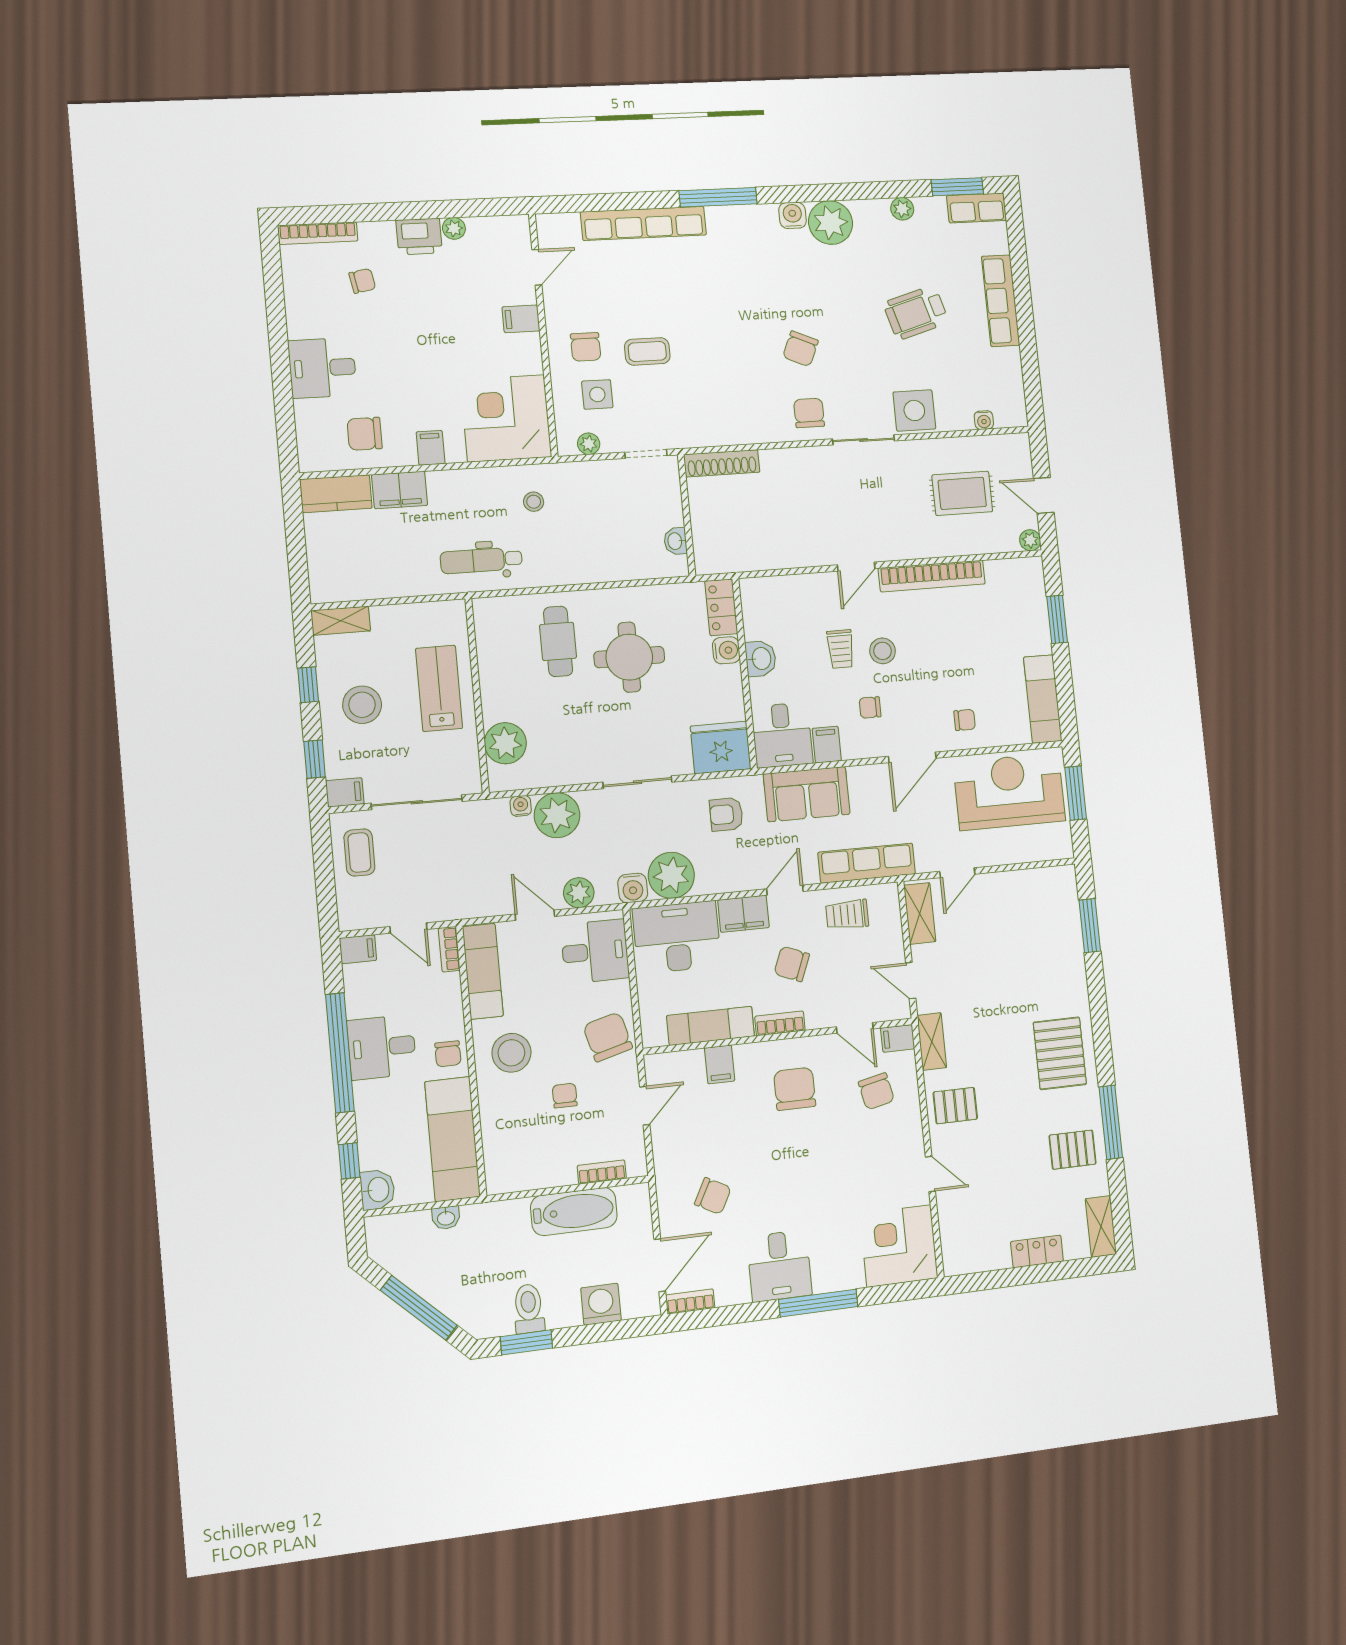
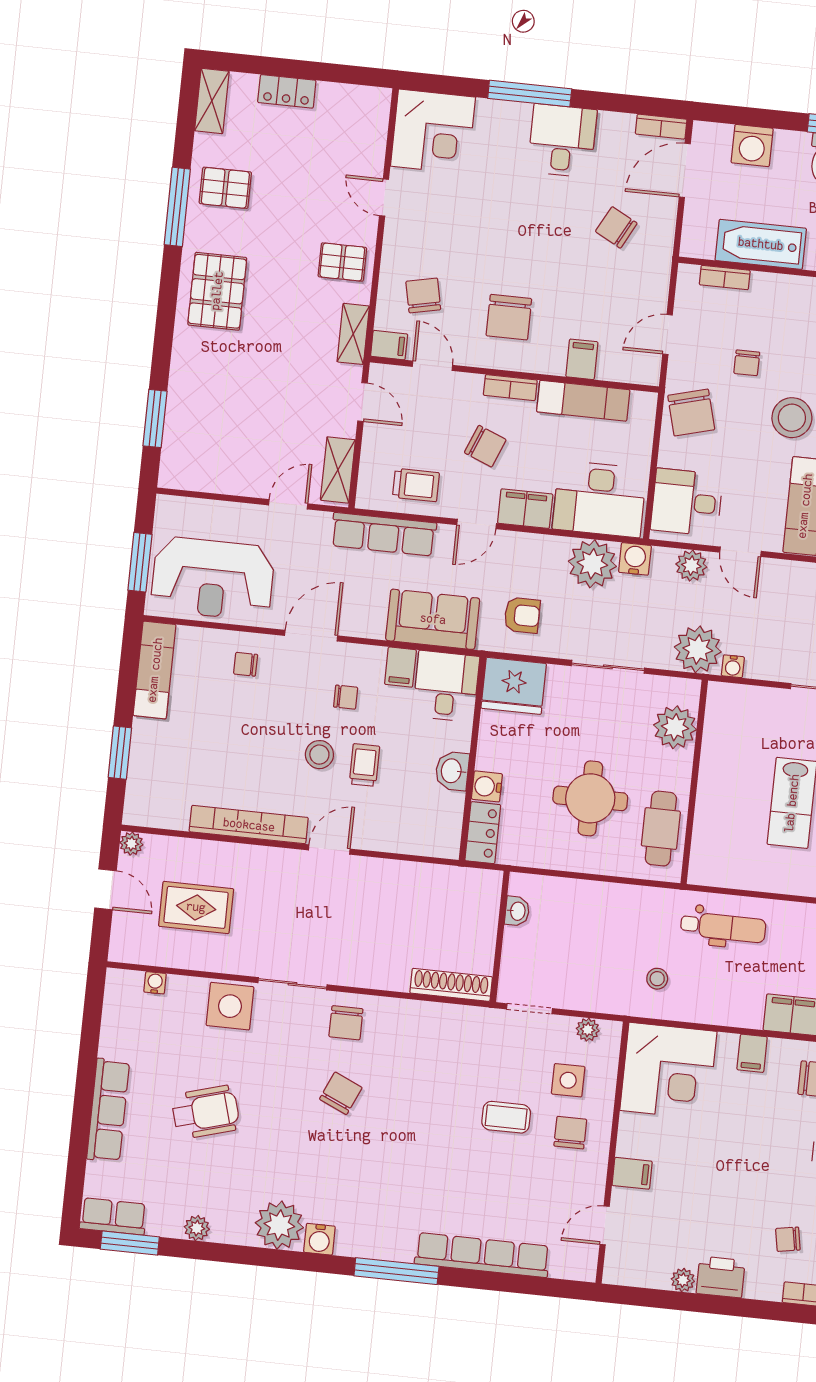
wall: (477, 695) -> (694, 782), moved
plant: (505, 743) -> (675, 727), moved

